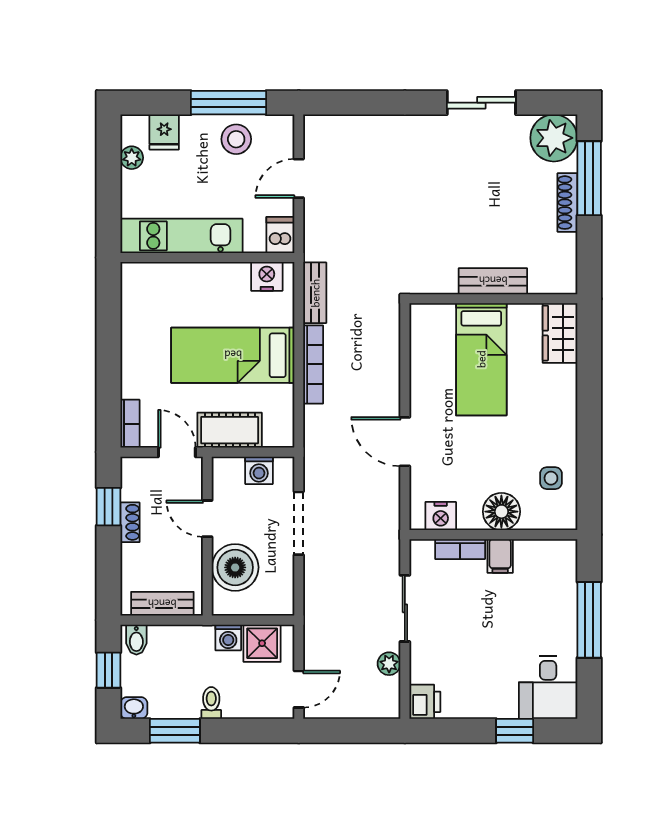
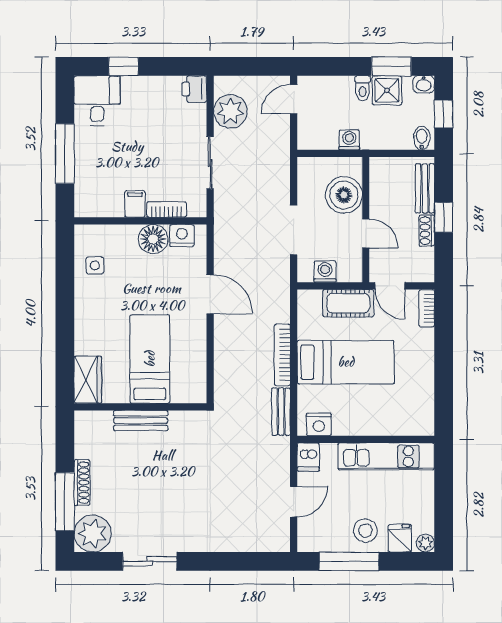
stool: (236, 139) -> (365, 531), moved
plant: (132, 158) -> (425, 543), moved
window: (109, 507) -> (444, 217), moved
floor lamp: (501, 512) -> (153, 239), moved
bench: (162, 604) -> (425, 188), moved, turned 90
shower: (262, 643) -> (387, 90), moved
plant: (389, 664) -> (230, 111), width x1.88, depth x1.88

